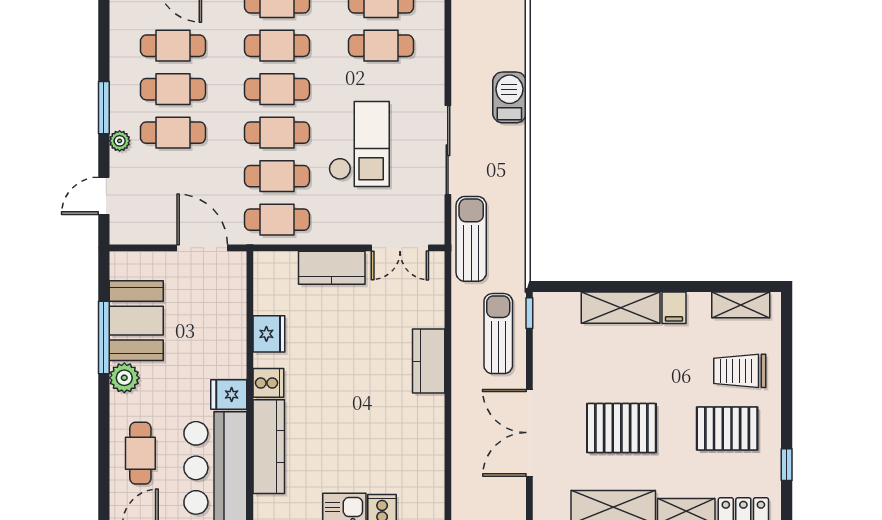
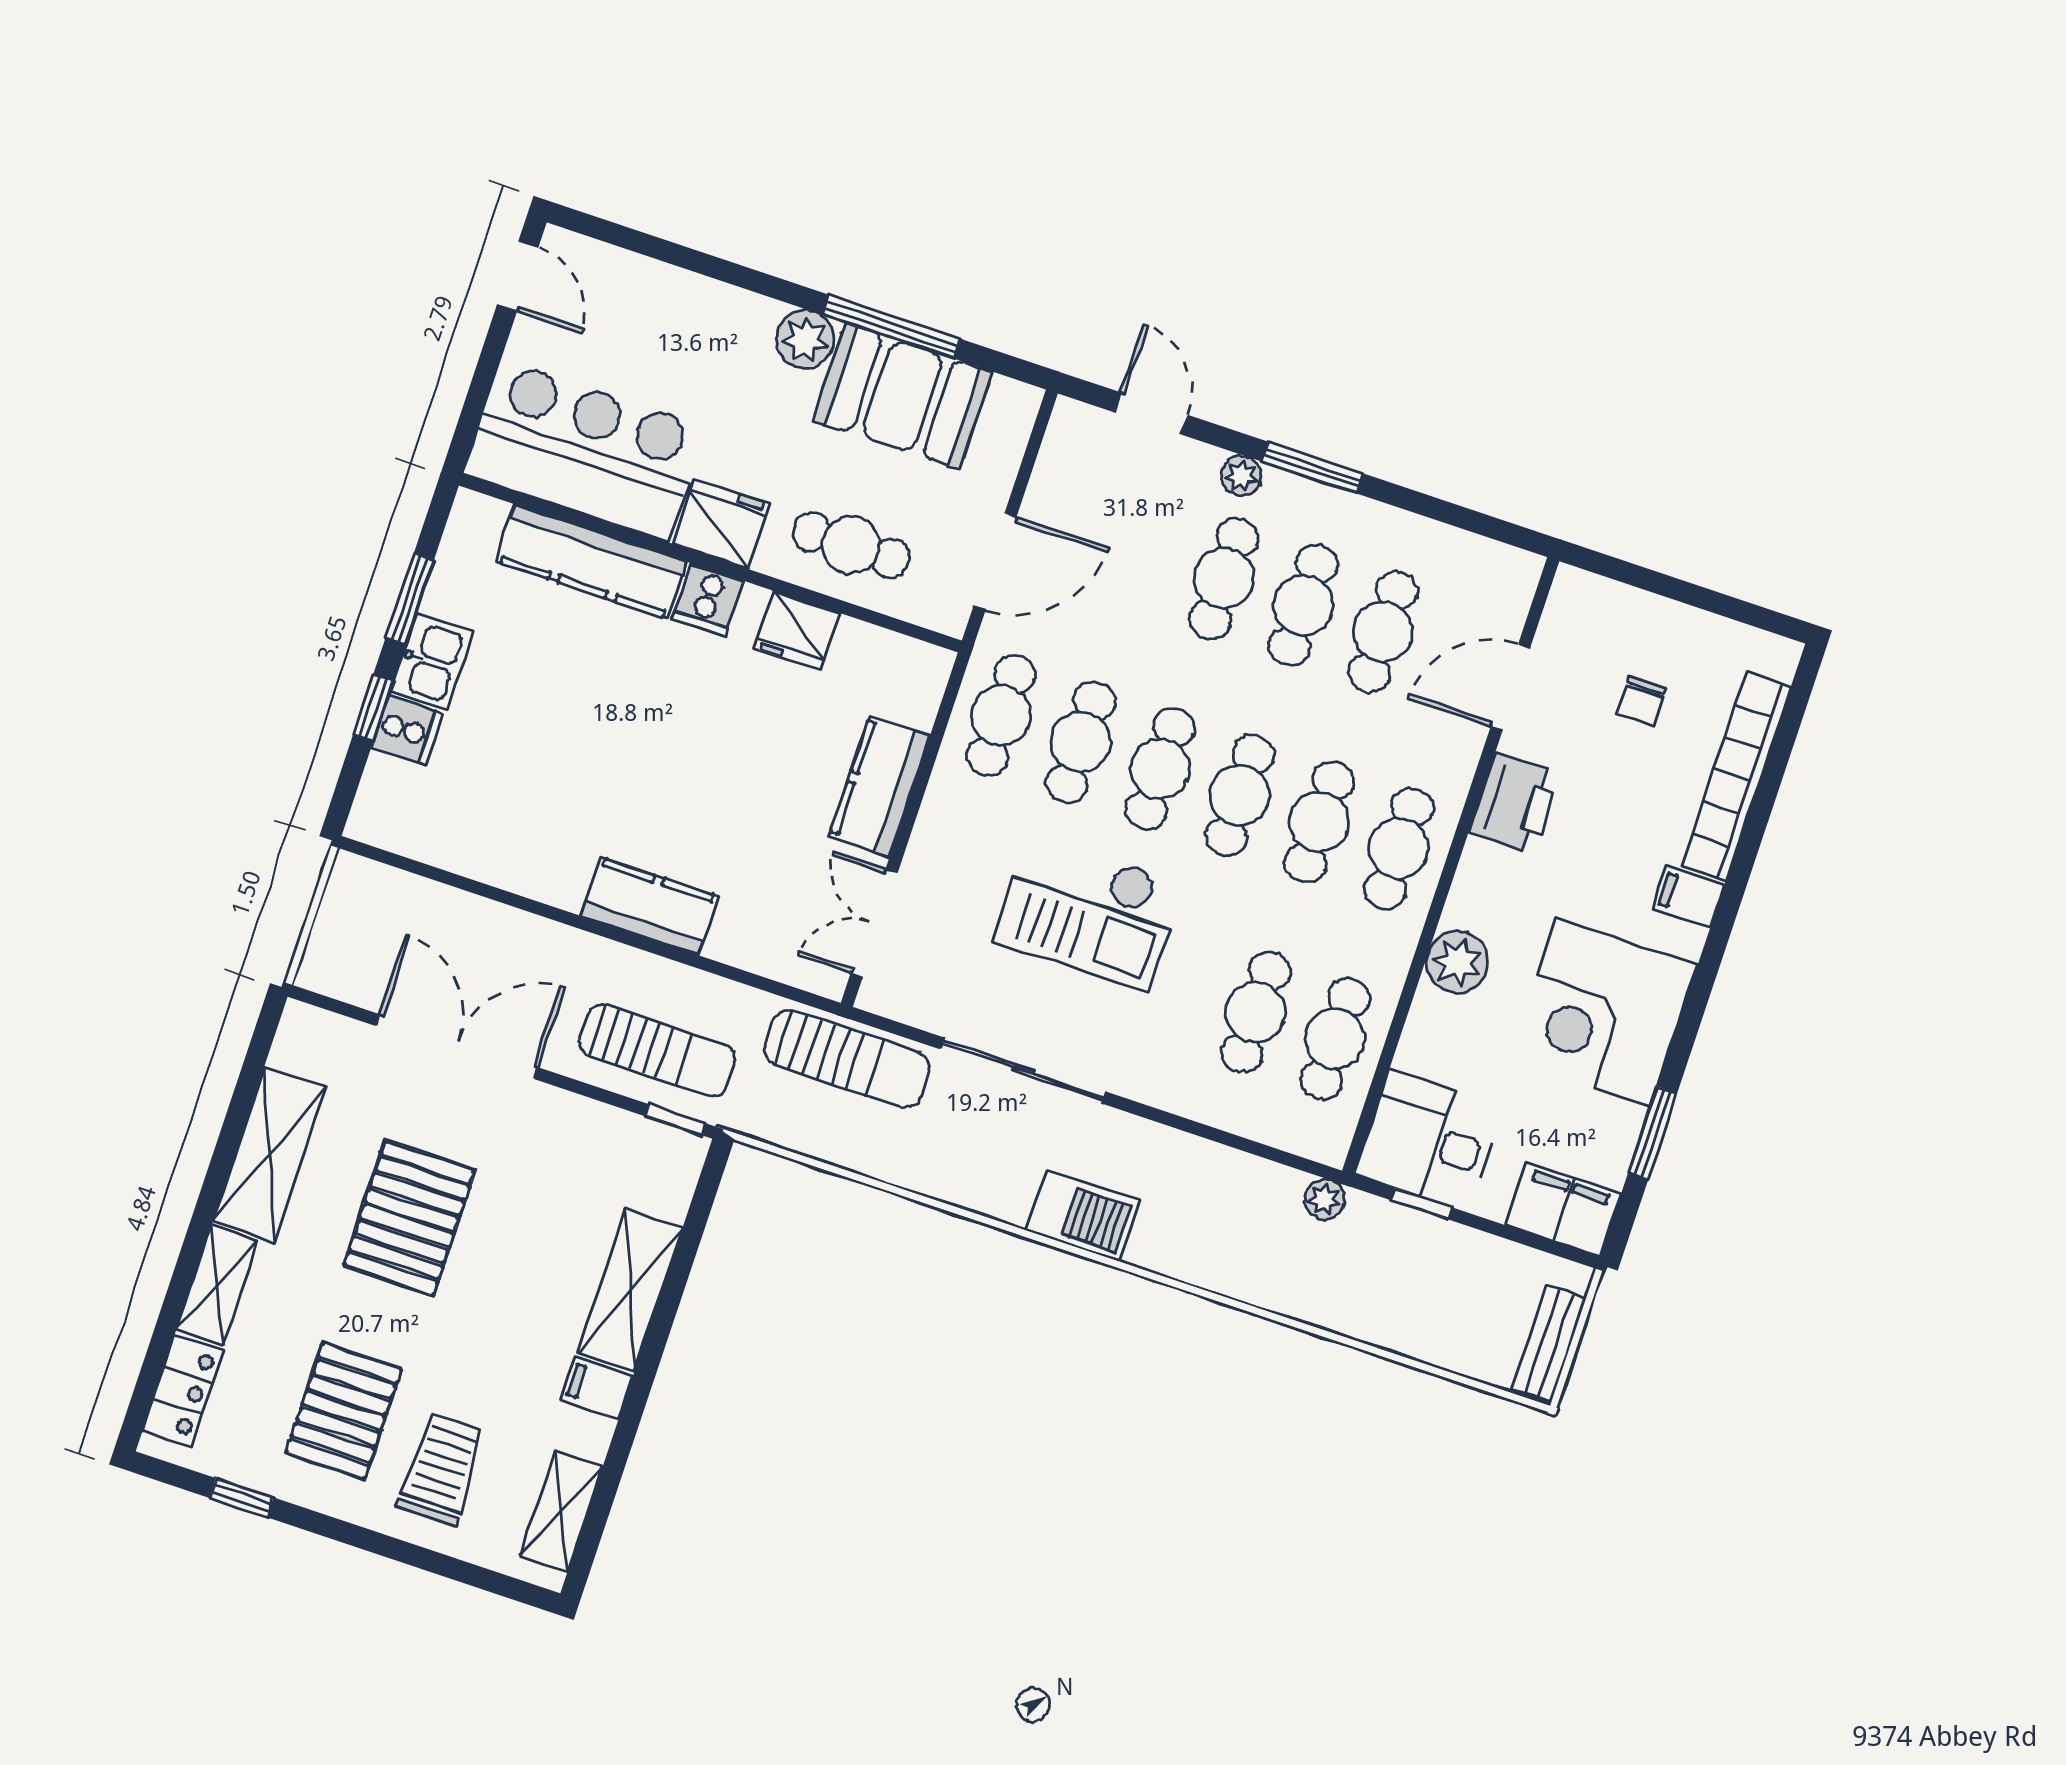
fridge: (229, 394) -> (721, 524), width x1.38
cafe table: (140, 453) -> (851, 545), moved

